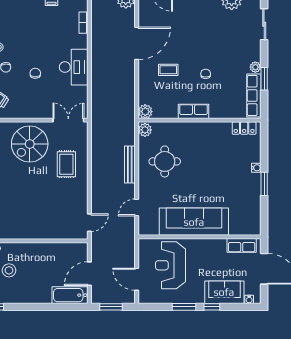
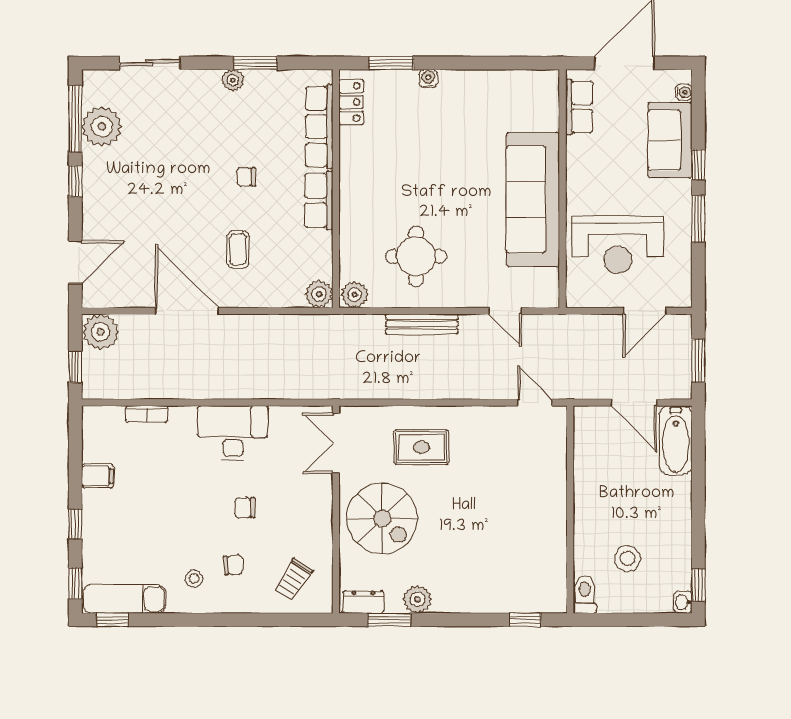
row of seats: (254, 95) -> (319, 127), moved, turned 90
window: (264, 184) -> (391, 63), moved

